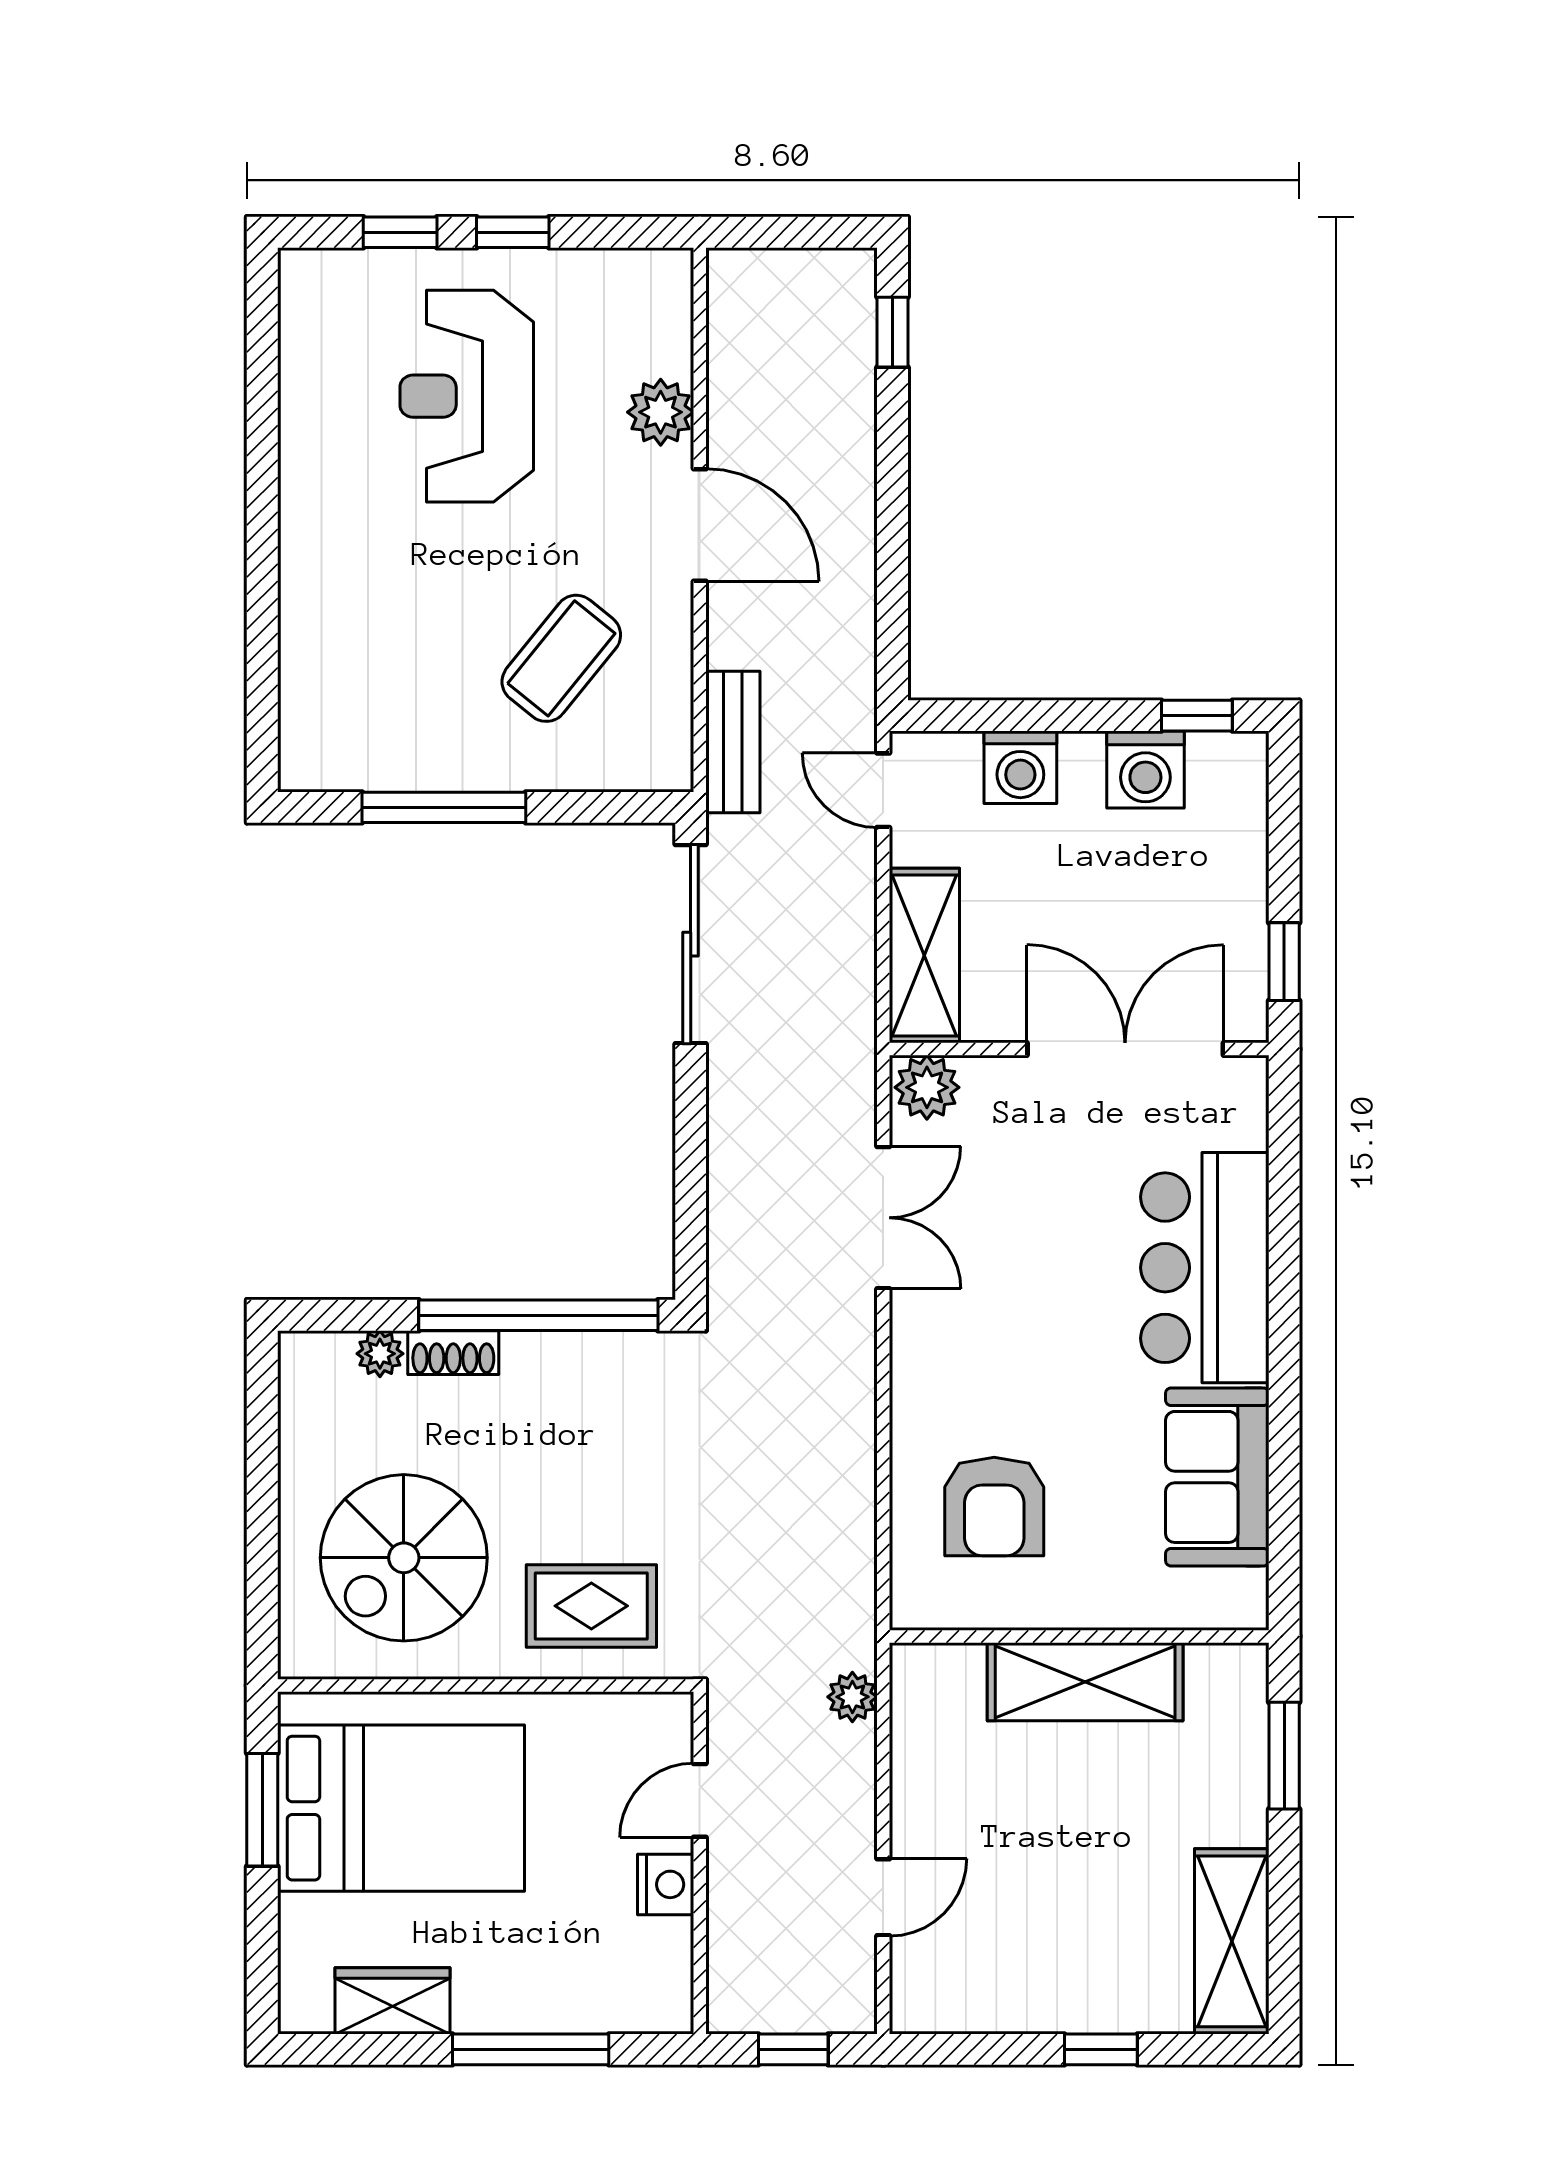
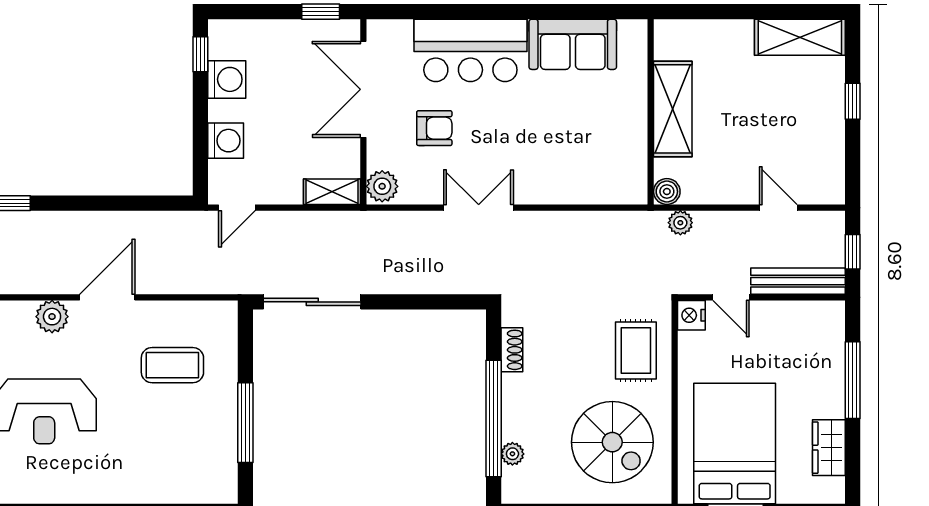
coffee table: (561, 658) -> (172, 365), turned -39
bench: (733, 742) -> (798, 281), moved, width x1.36
shelving: (924, 956) -> (332, 192), width x0.67, depth x0.75
double door: (883, 1218) -> (479, 208), moved
window: (538, 1315) -> (494, 418), moved
shoe rack: (453, 1353) -> (512, 350), moved
armchair: (994, 1507) -> (434, 128), moved, width x0.72, depth x0.72
boiler: (916, 1669) -> (667, 192), added
window: (1284, 1756) -> (709, 12), removed
nightstand: (666, 1884) -> (691, 315), moved, turned -90

